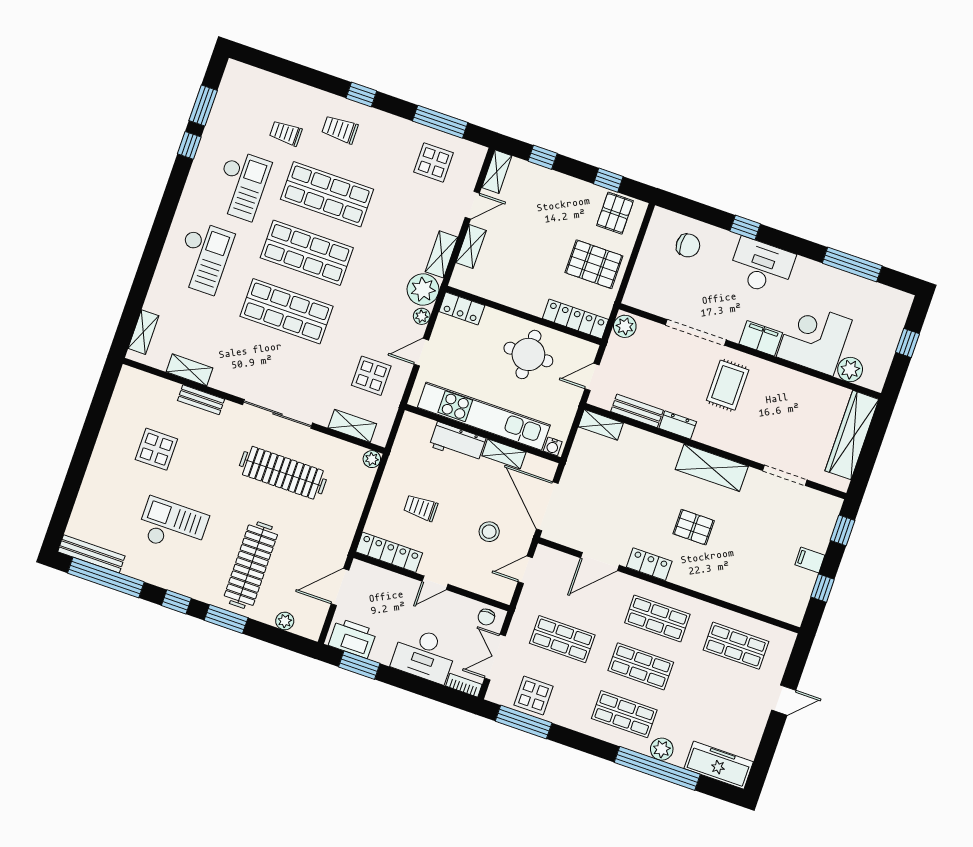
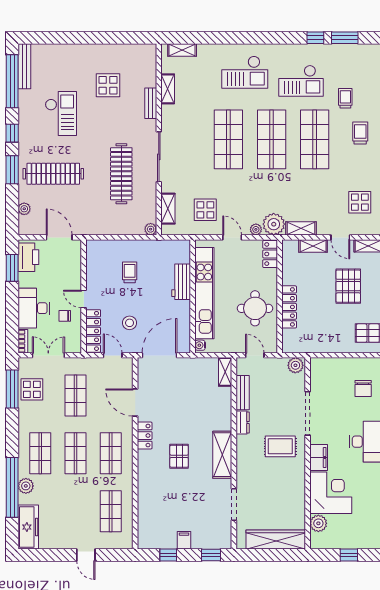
pallet: (594, 264) -> (348, 286), moved
locker: (575, 319) -> (289, 307), moved
shelving: (504, 454) -> (184, 315), removed
locker: (389, 552) -> (93, 331), moved
chair: (486, 617) -> (65, 316), moved

